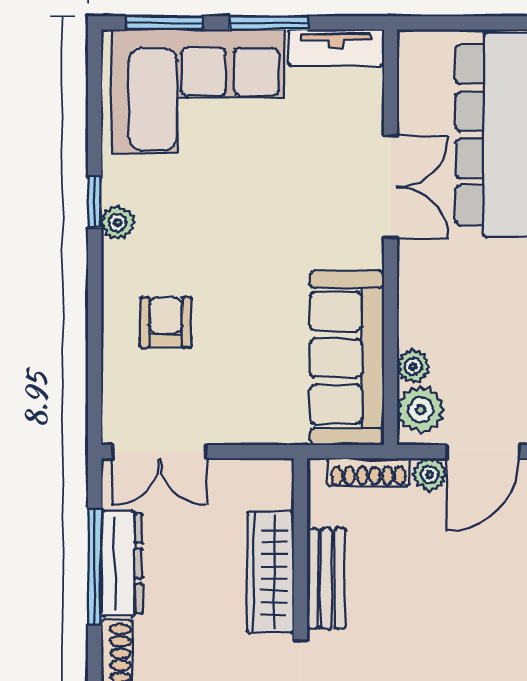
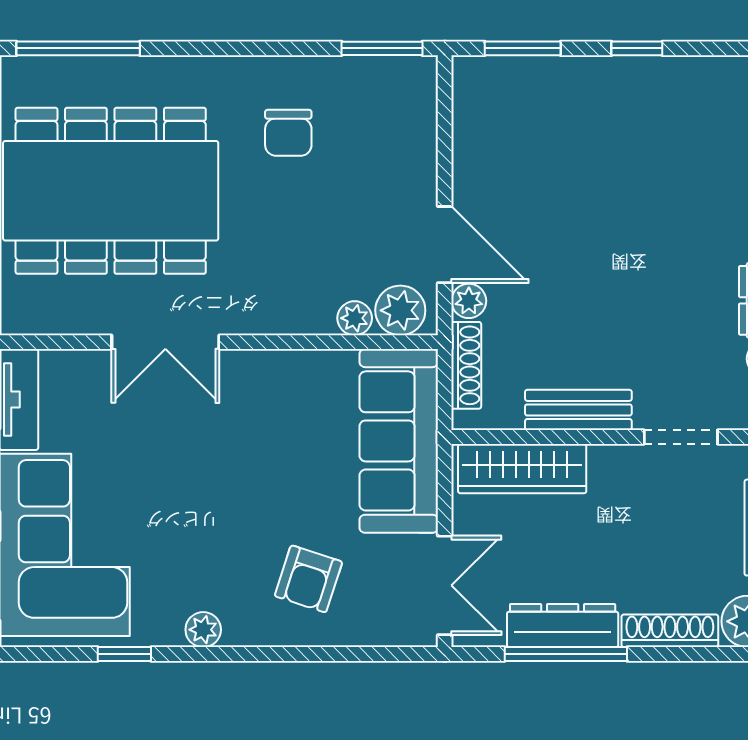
double door: (390, 187) -> (165, 342), swing flipped
window: (95, 202) -> (124, 654), moved
armchair: (166, 322) -> (308, 579), turned -72
sofa: (347, 358) -> (399, 441), moved, turned 90
wardrobe: (271, 573) -> (522, 469), moved

